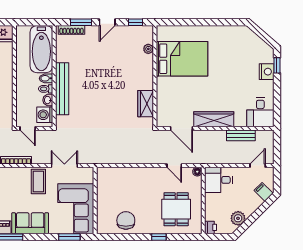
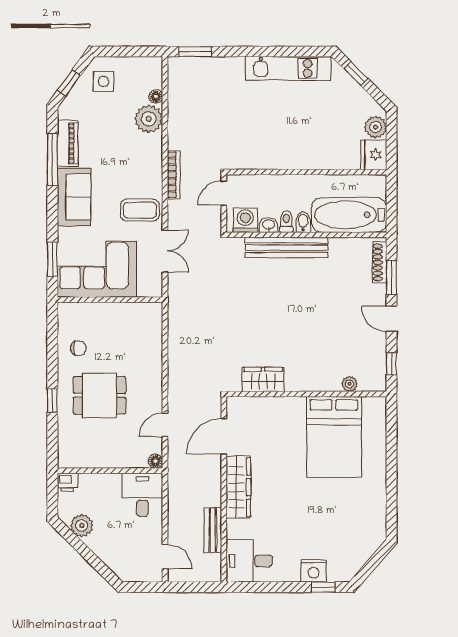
filing cabinet: (264, 192) -> (124, 566), removed
dining table: (176, 209) -> (100, 395), moved
chair: (126, 220) -> (78, 348), width x0.54, depth x0.54

